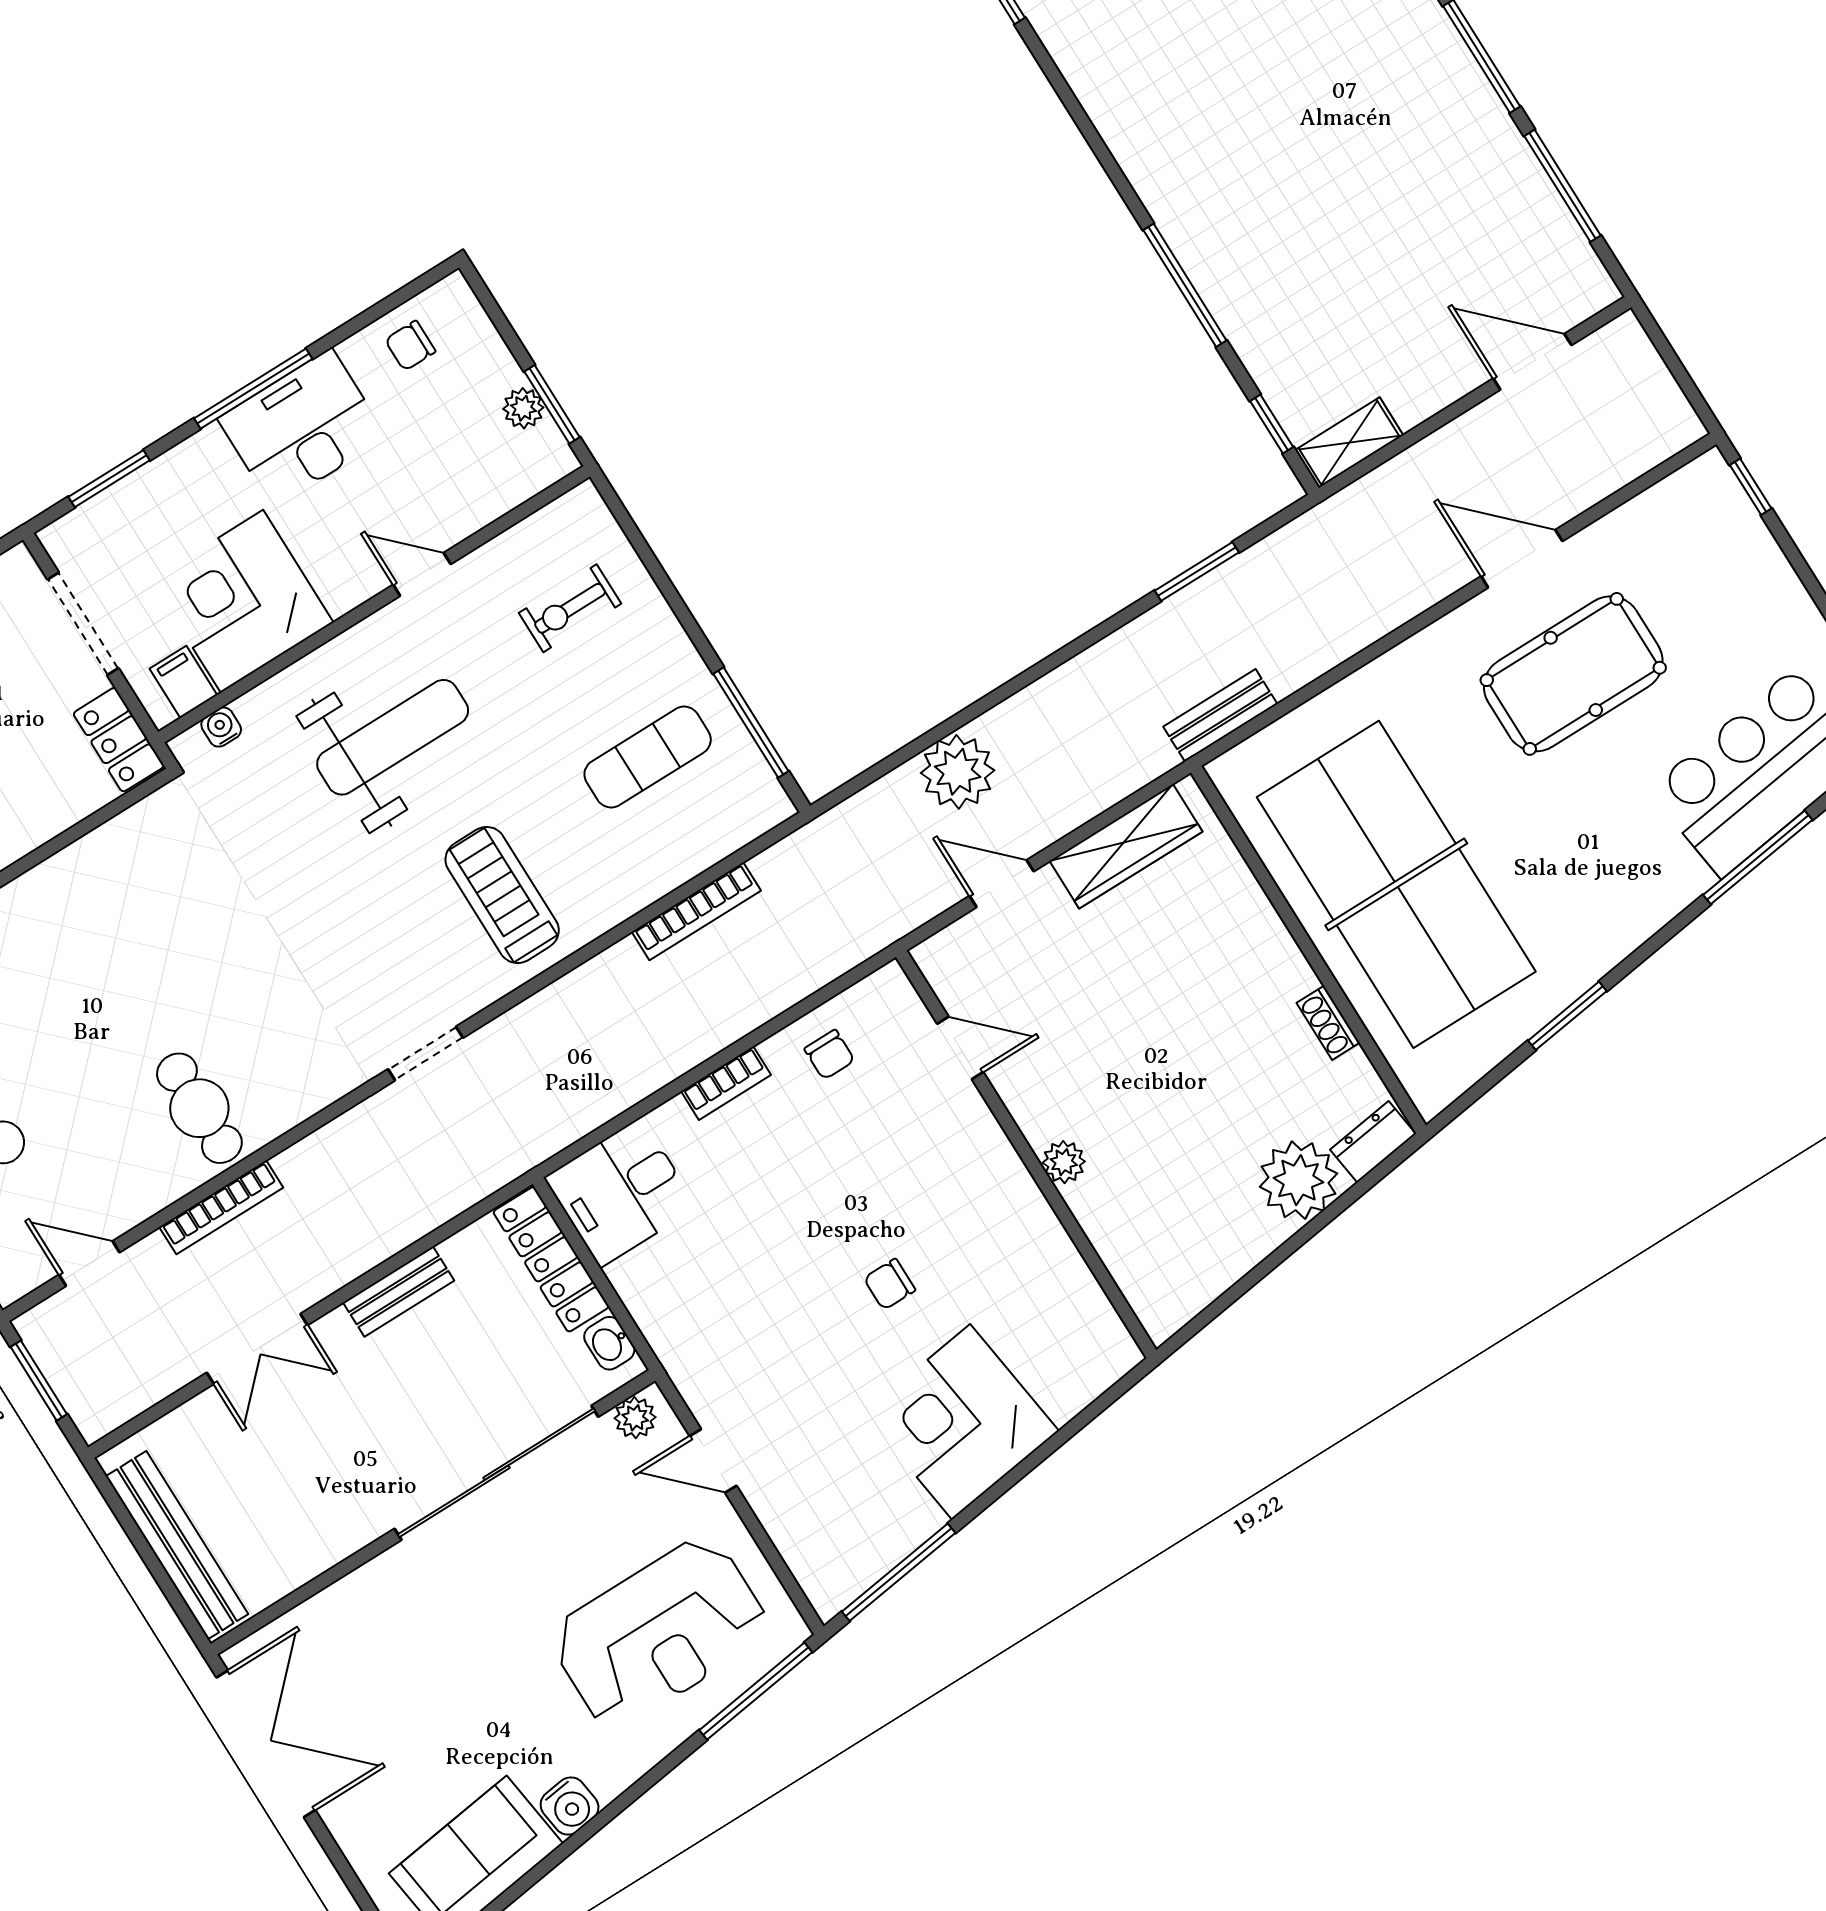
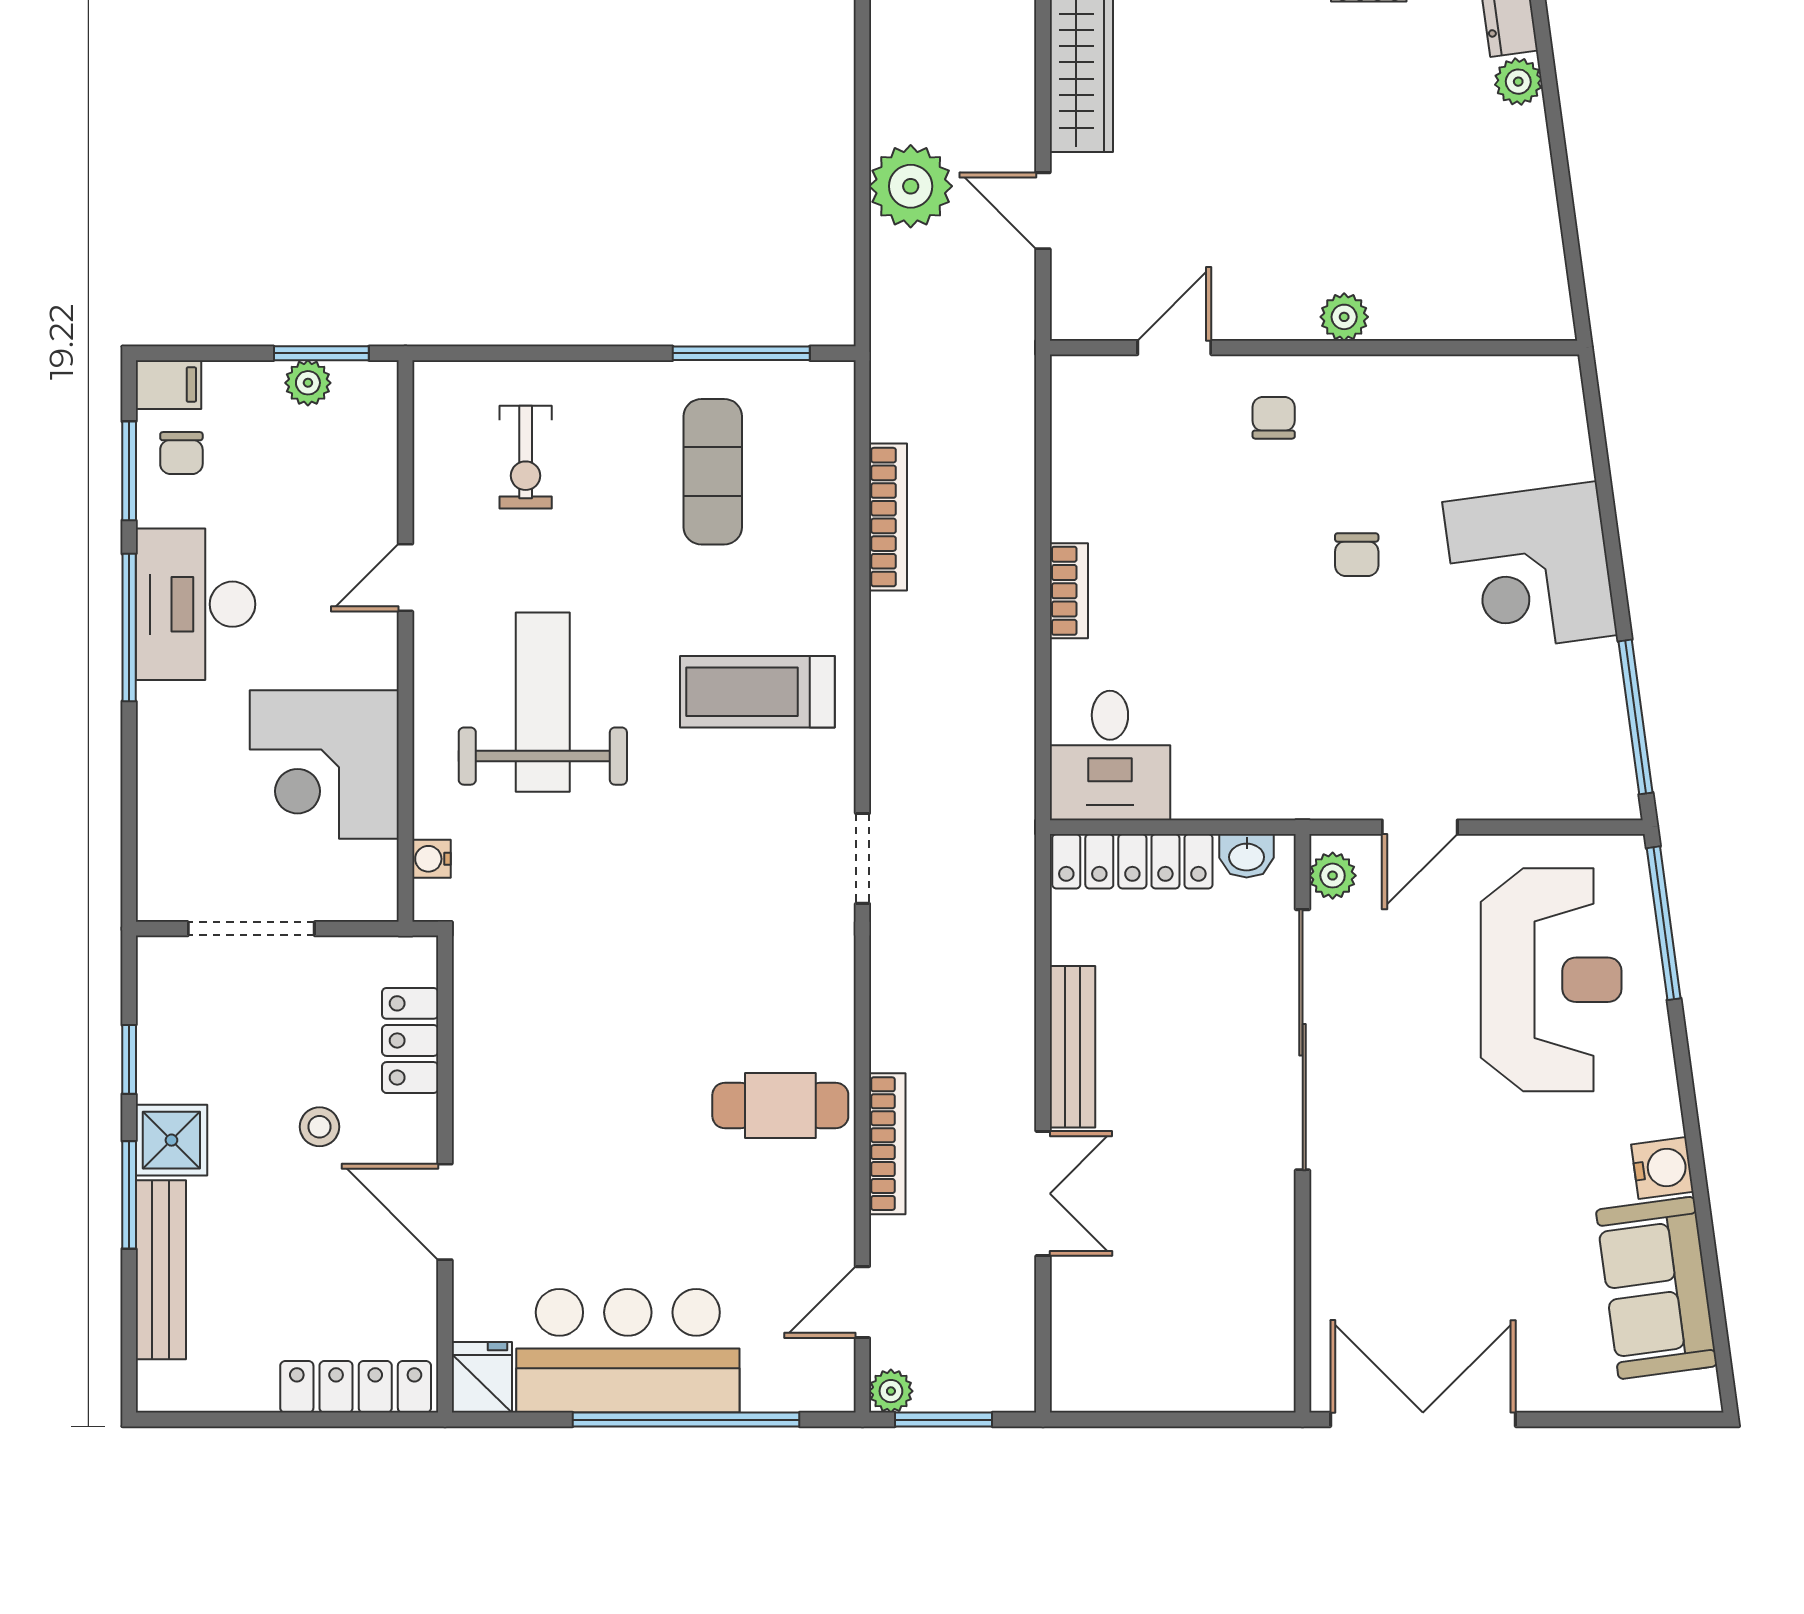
window: (109, 479) -> (129, 471), moved
filing cabinet: (183, 682) -> (168, 385), moved, turned 180
locker: (119, 740) -> (410, 1040), moved, turned 90
door: (1002, 884) -> (1043, 211), hinge flipped
chair: (830, 1055) -> (1274, 418), moved, turned -90
plant: (1298, 1180) -> (1518, 82), width x0.53, depth x0.53
bench: (399, 1291) -> (1072, 1047), width x1.36
plant: (35, 1327) -> (891, 1391), added
bench: (177, 1545) -> (1182, 1386), removed

